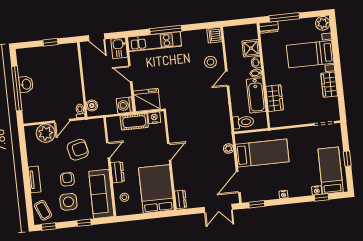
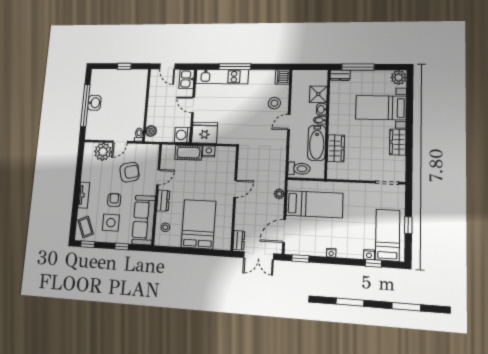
door: (169, 152) -> (235, 189), moved
wall: (170, 161) -> (235, 198), moved
dresser: (181, 199) -> (239, 240), moved

